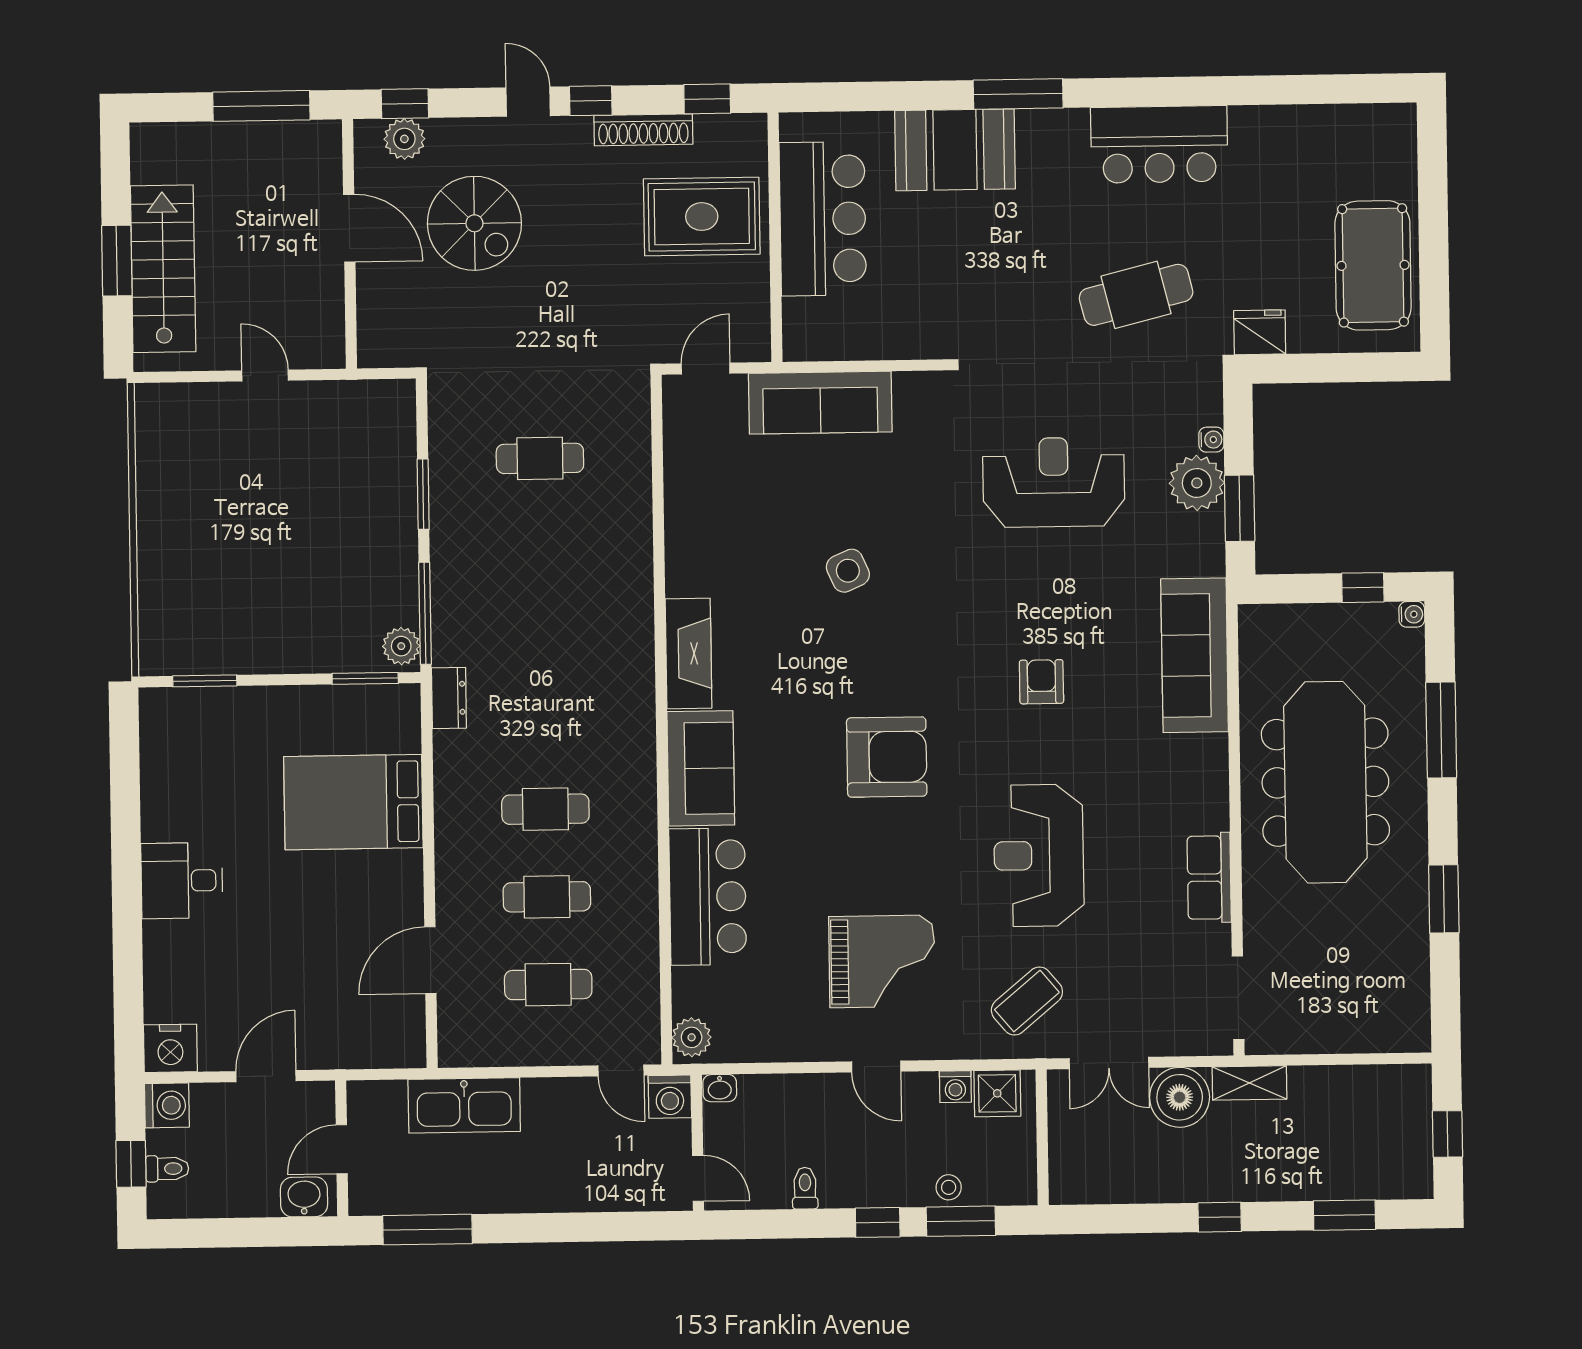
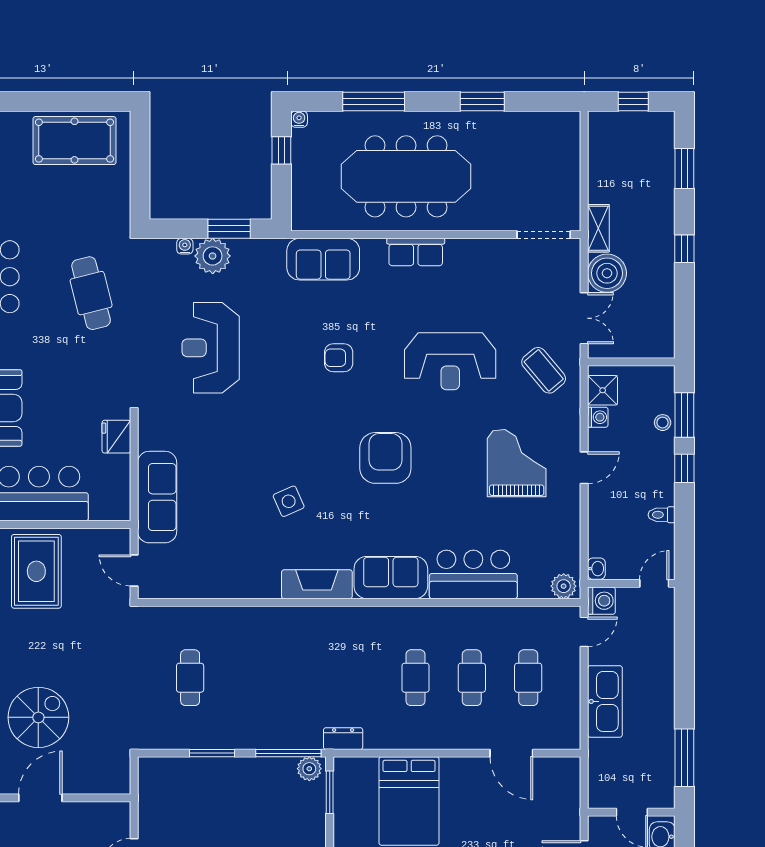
fridge: (1260, 332) -> (116, 437), moved
side table: (848, 571) -> (289, 501), moved
sofa: (1195, 655) -> (323, 259), width x0.73
row of seats: (1209, 878) -> (416, 252), moved
kitchen sink: (464, 1105) -> (605, 701), moved

